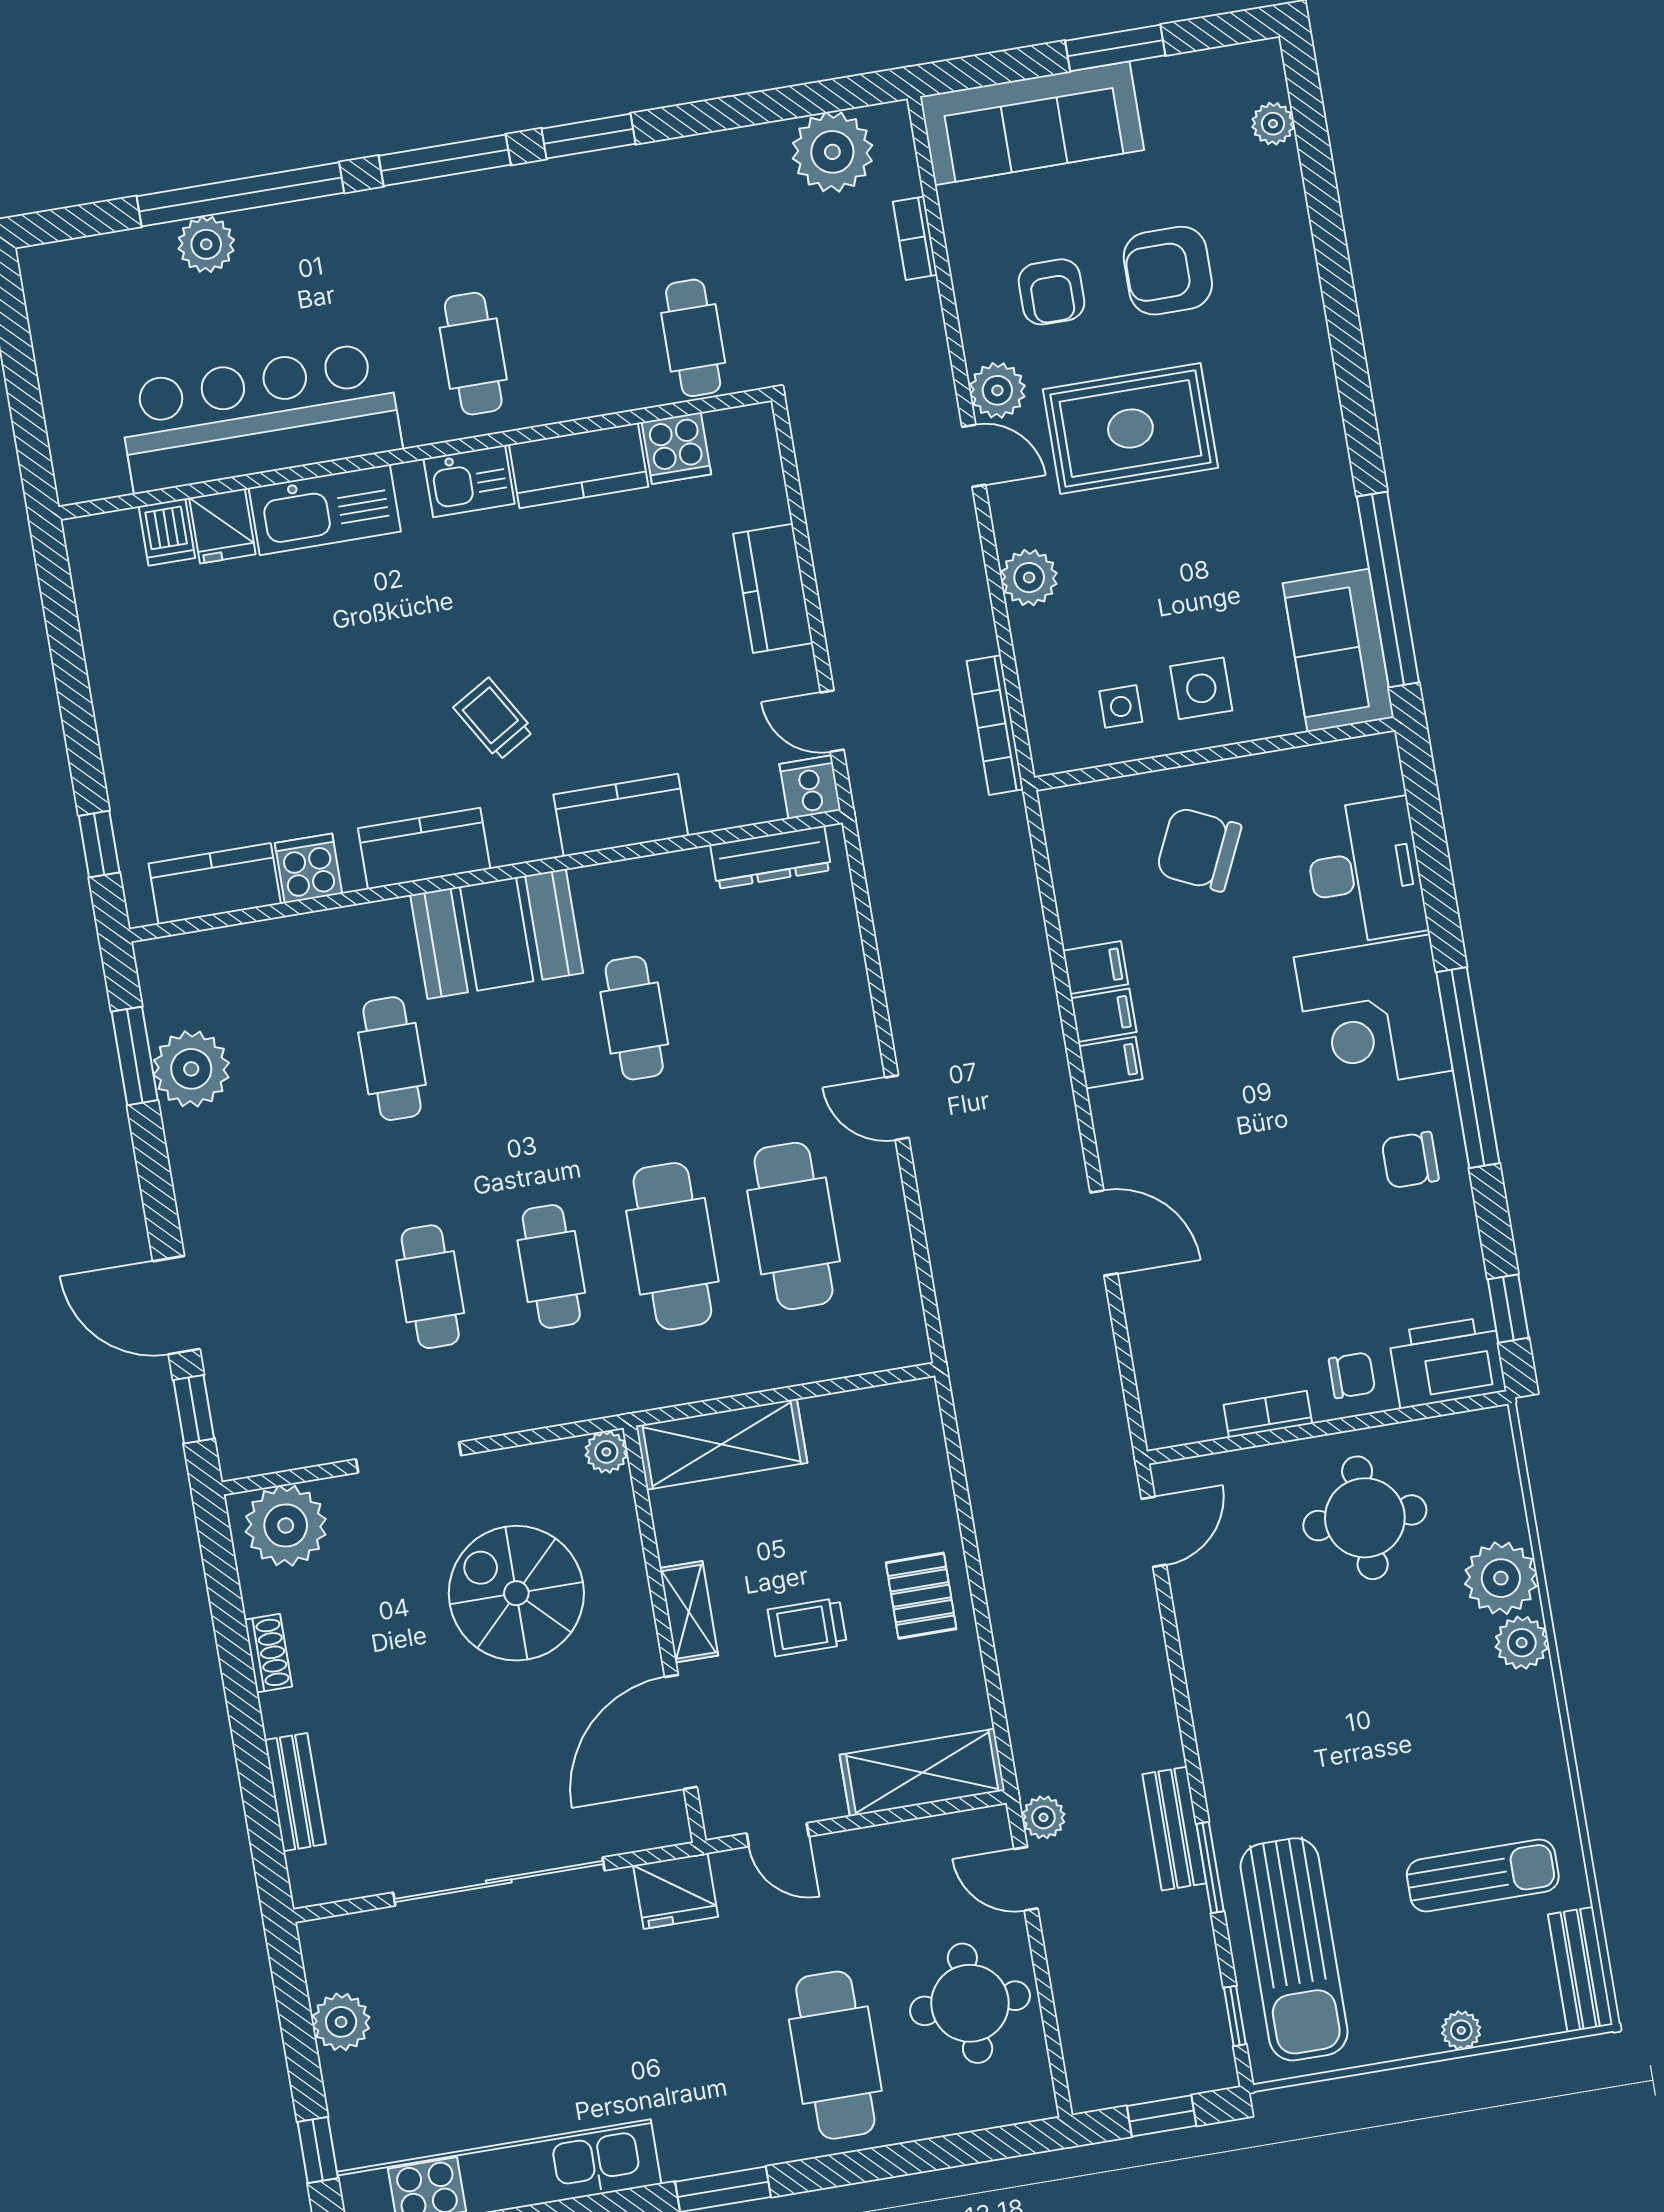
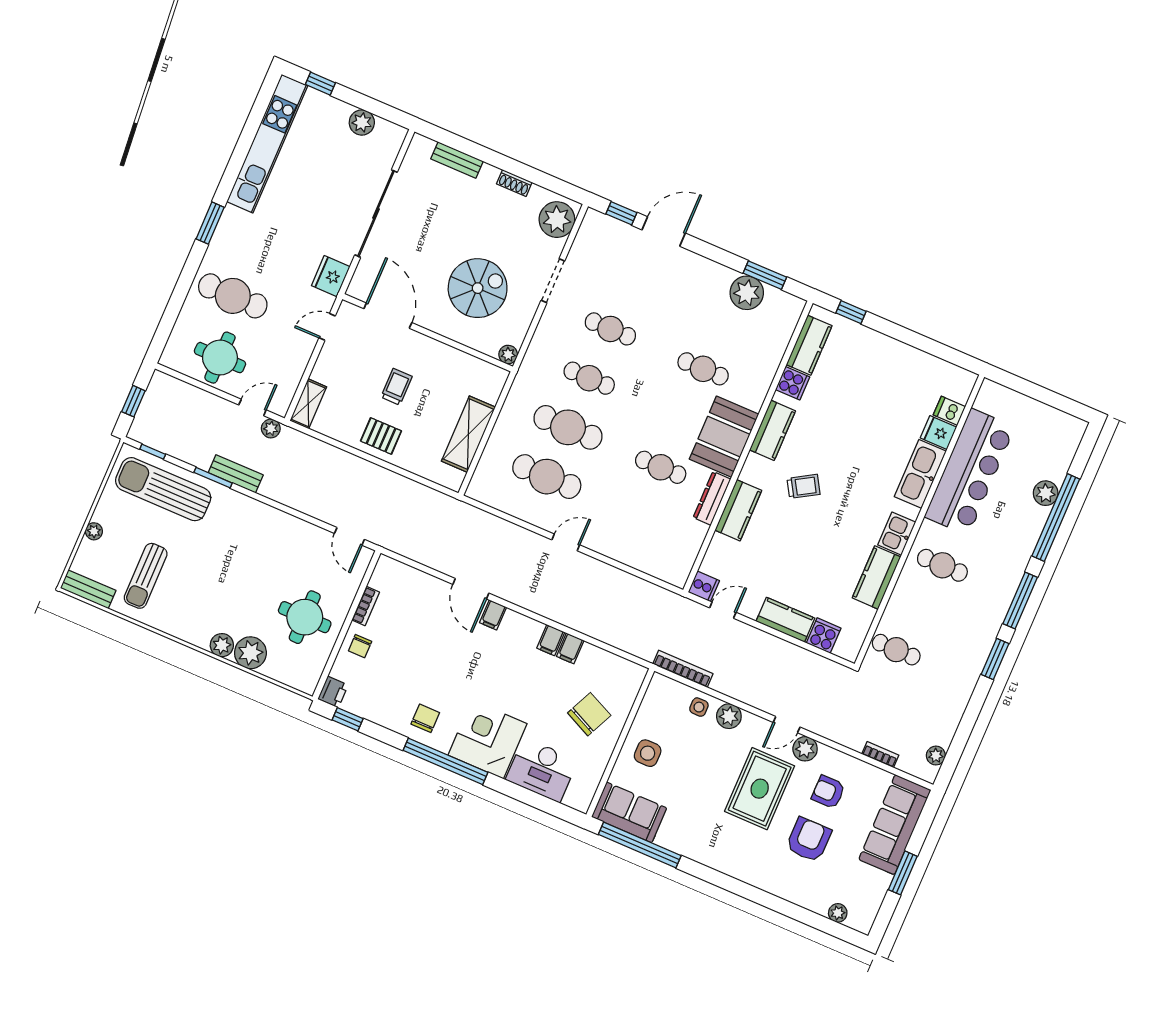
plant: (832, 152) -> (936, 756), width x0.53, depth x0.53
cooker: (676, 448) -> (824, 636), moved, turned 90
side table: (1121, 706) -> (699, 707), moved
dresser: (771, 857) -> (712, 498), moved
filing cabinet: (1111, 1063) -> (493, 615), moved
door: (1104, 1233) -> (471, 589), hinge flipped
printer: (1447, 1362) -> (333, 692), width x0.53, depth x0.68
shelving: (722, 1444) -> (468, 434), moved
shelving: (689, 1612) -> (430, 347), removed
shelving: (922, 1773) -> (308, 404), width x0.67, depth x0.75

